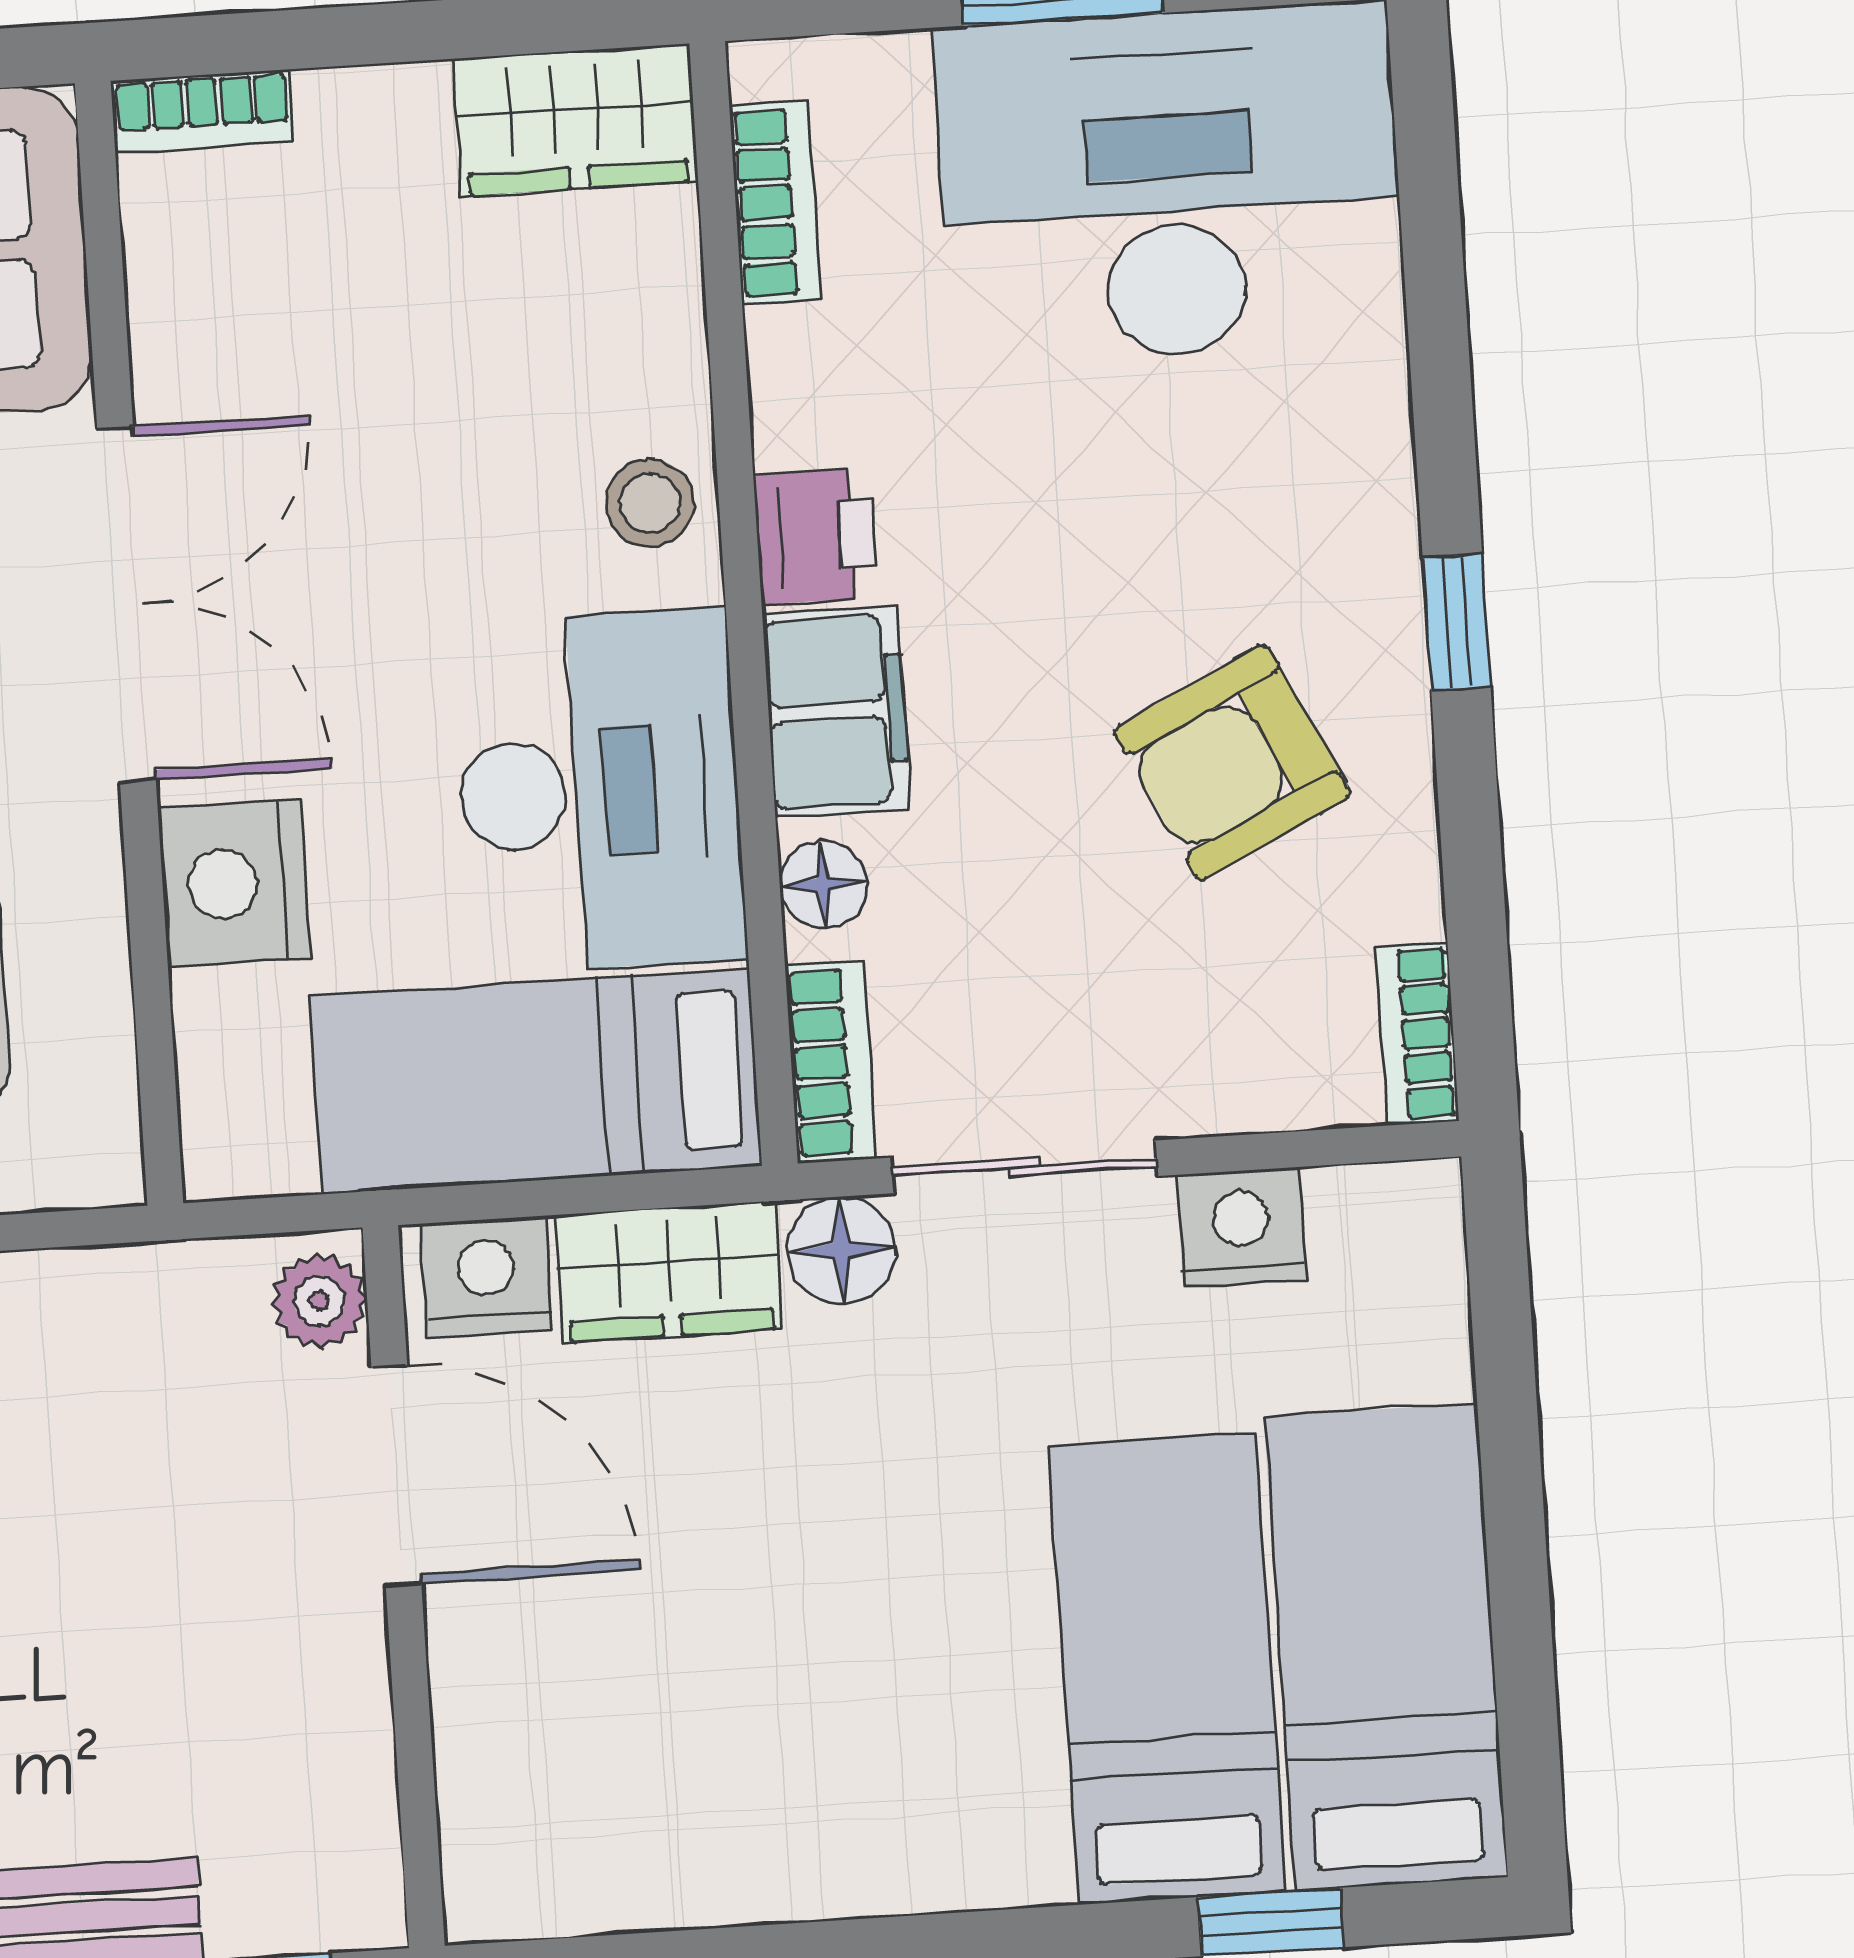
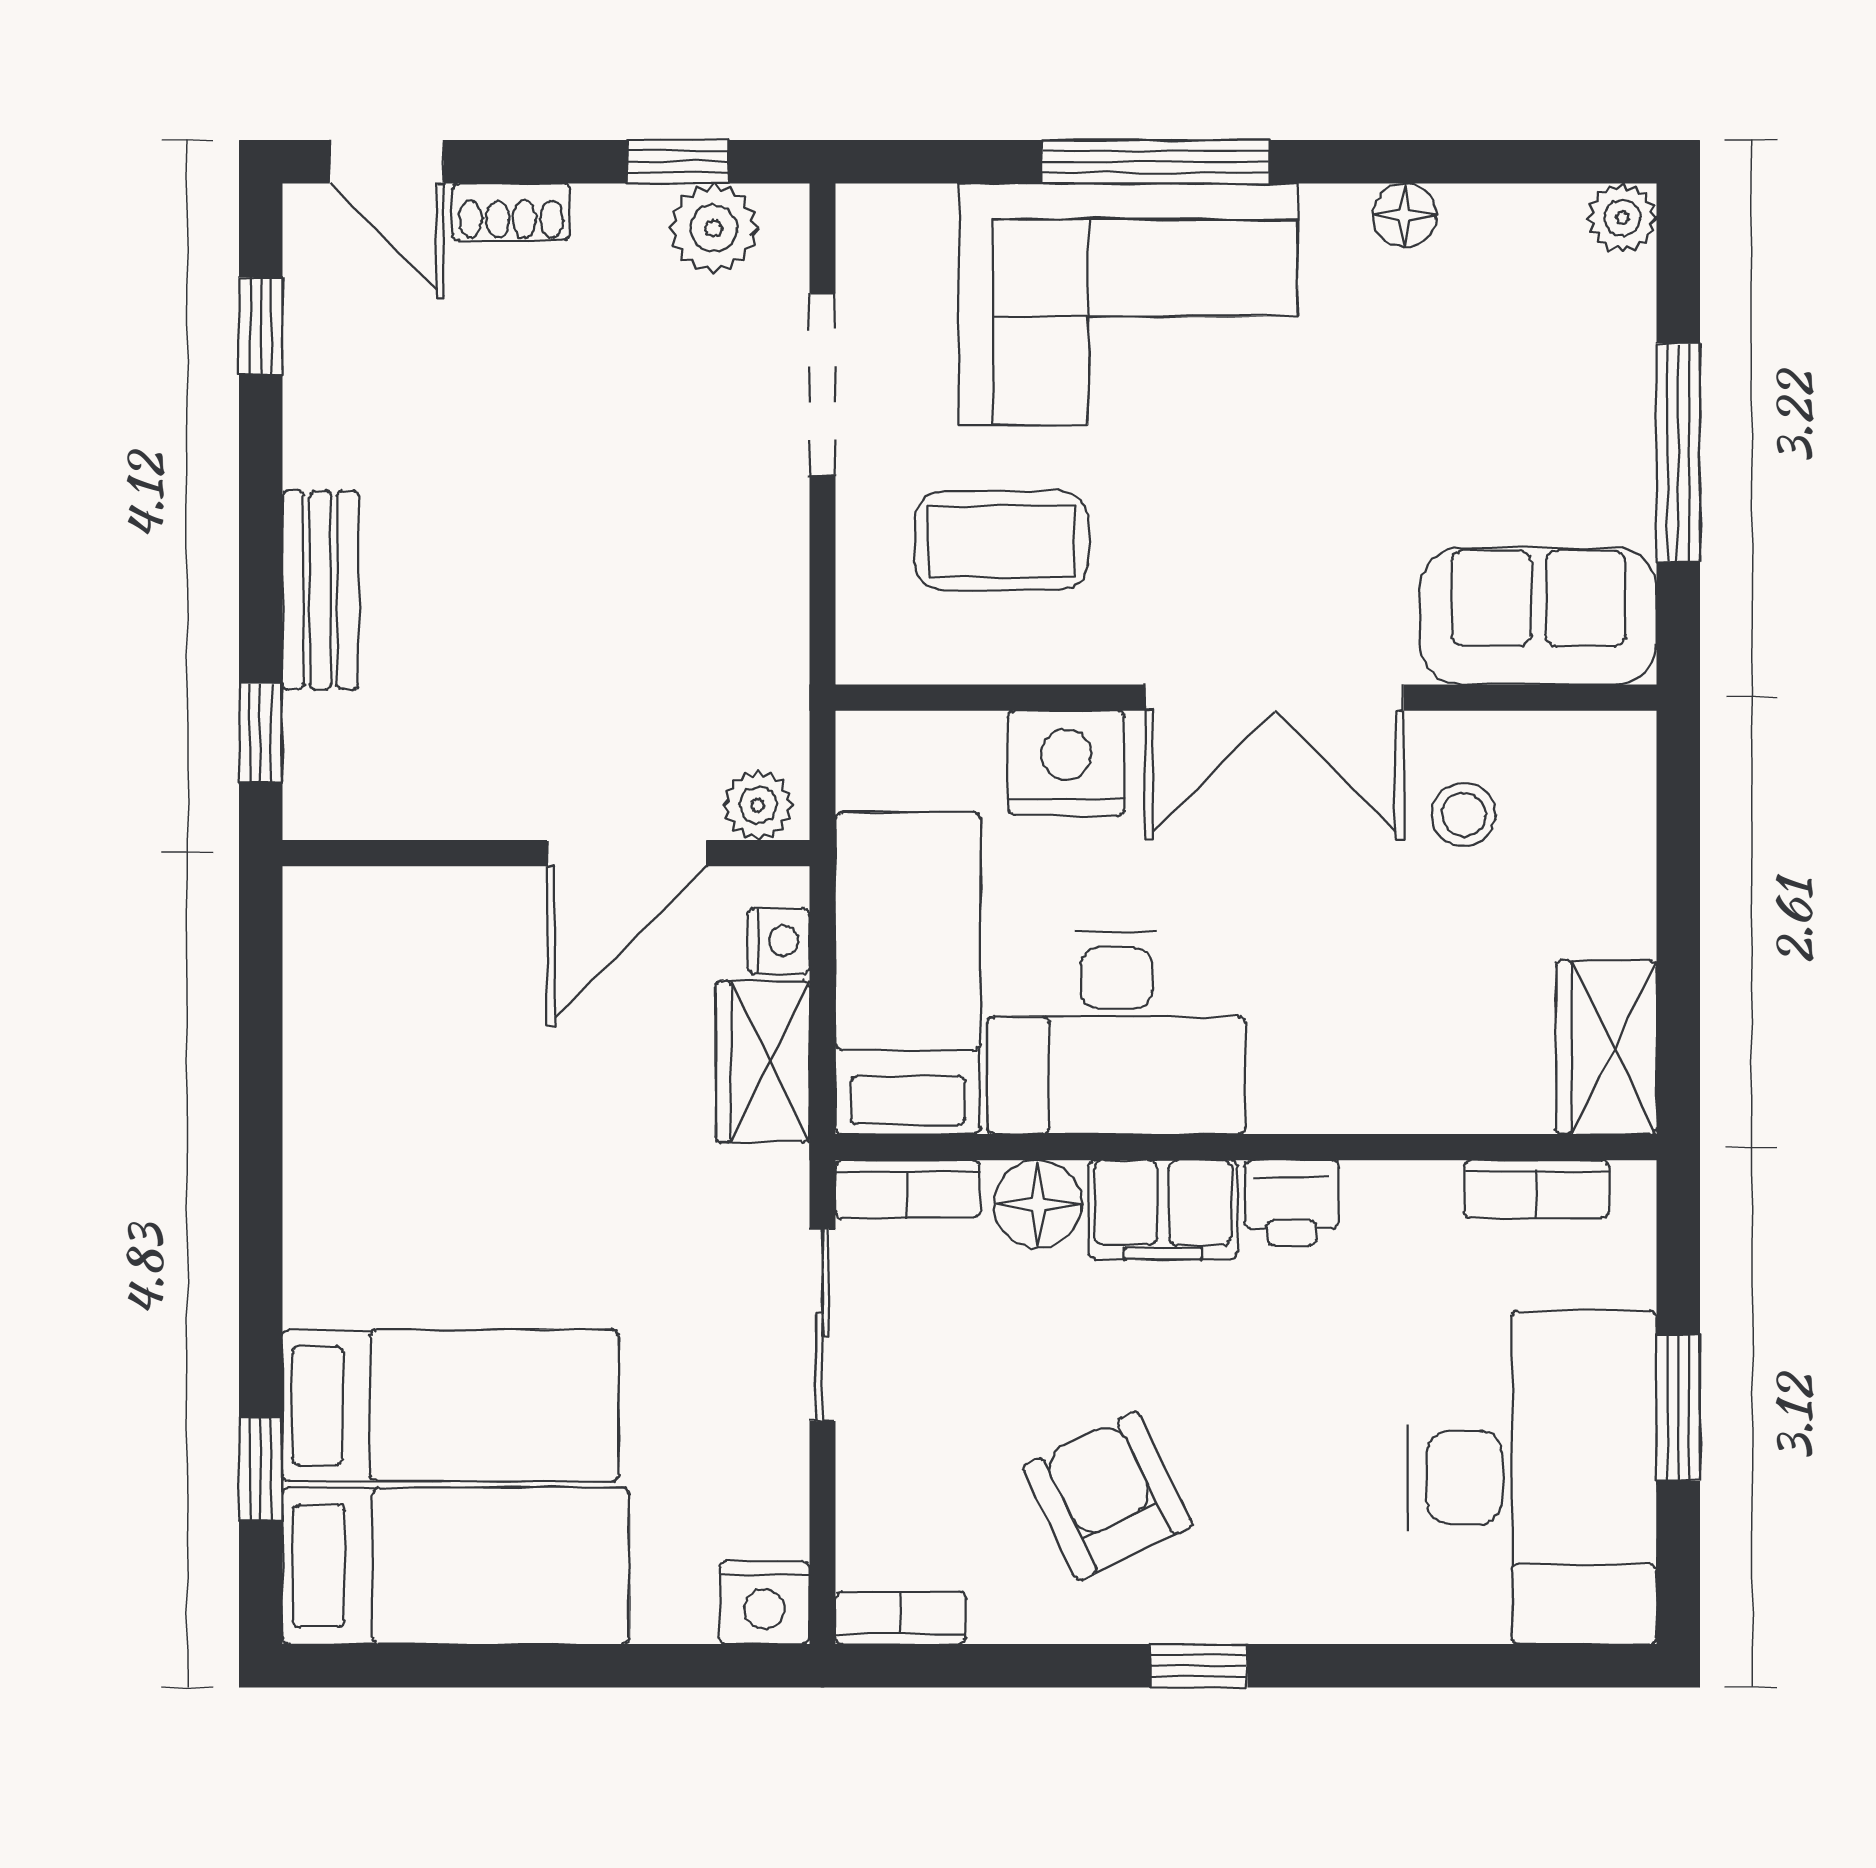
bookcase: (203, 111) -> (1630, 776), removed
stool: (650, 503) -> (1464, 814), moved
floor lamp: (824, 885) -> (1038, 1204), width x1.37, depth x1.37
nightstand: (1241, 1227) -> (765, 1603), moved, turned 90
floor lamp: (842, 1250) -> (770, 1188), removed
nightstand: (487, 1277) -> (779, 941), width x0.72, depth x0.74

